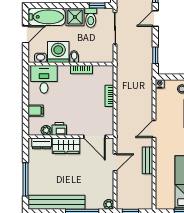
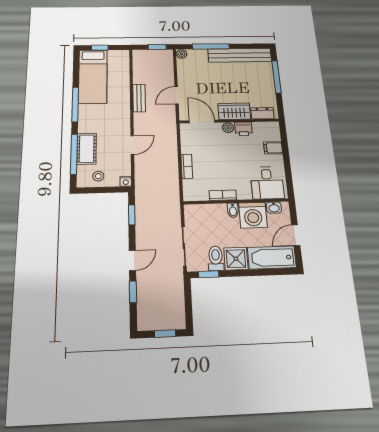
door: (154, 129) -> (132, 145), moved
plant: (46, 130) -> (228, 128), moved

